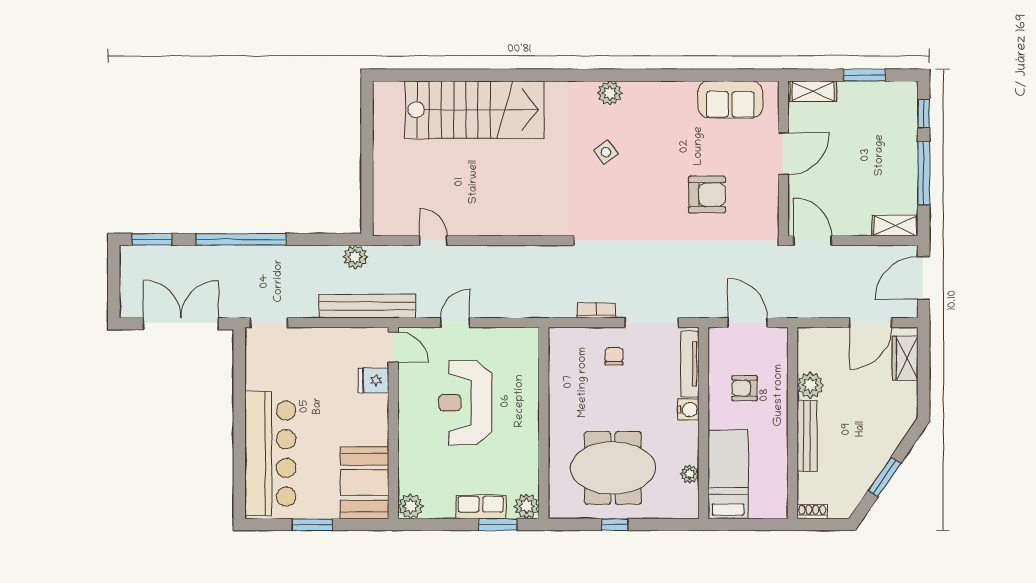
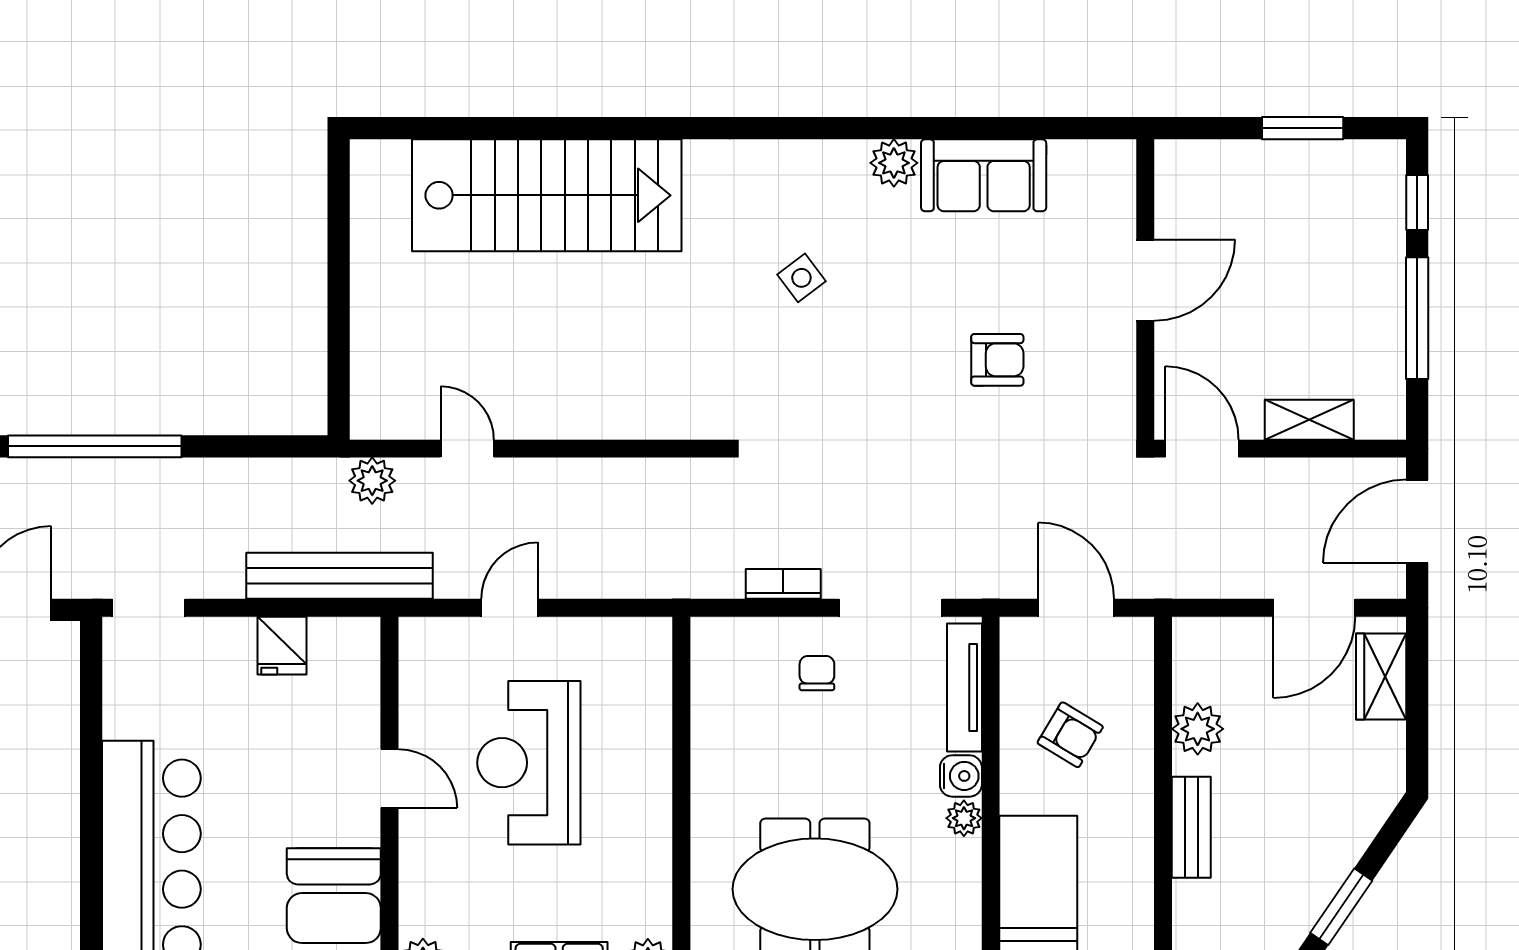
shelving: (813, 91) -> (1203, 159), removed
plant: (610, 93) -> (894, 163), moved
sofa: (730, 99) -> (984, 175), moved
armchair: (707, 195) -> (997, 360), width x0.72, depth x0.72
shelving: (895, 226) -> (1309, 420), moved
plant: (355, 257) -> (372, 481), moved
door: (393, 347) -> (390, 779), moved
fridge: (374, 380) -> (282, 646), moved, turned -90
armchair: (745, 388) -> (1070, 735), turned -149
bench: (807, 436) -> (1191, 827), width x0.73
plant: (690, 474) -> (964, 818), moved

